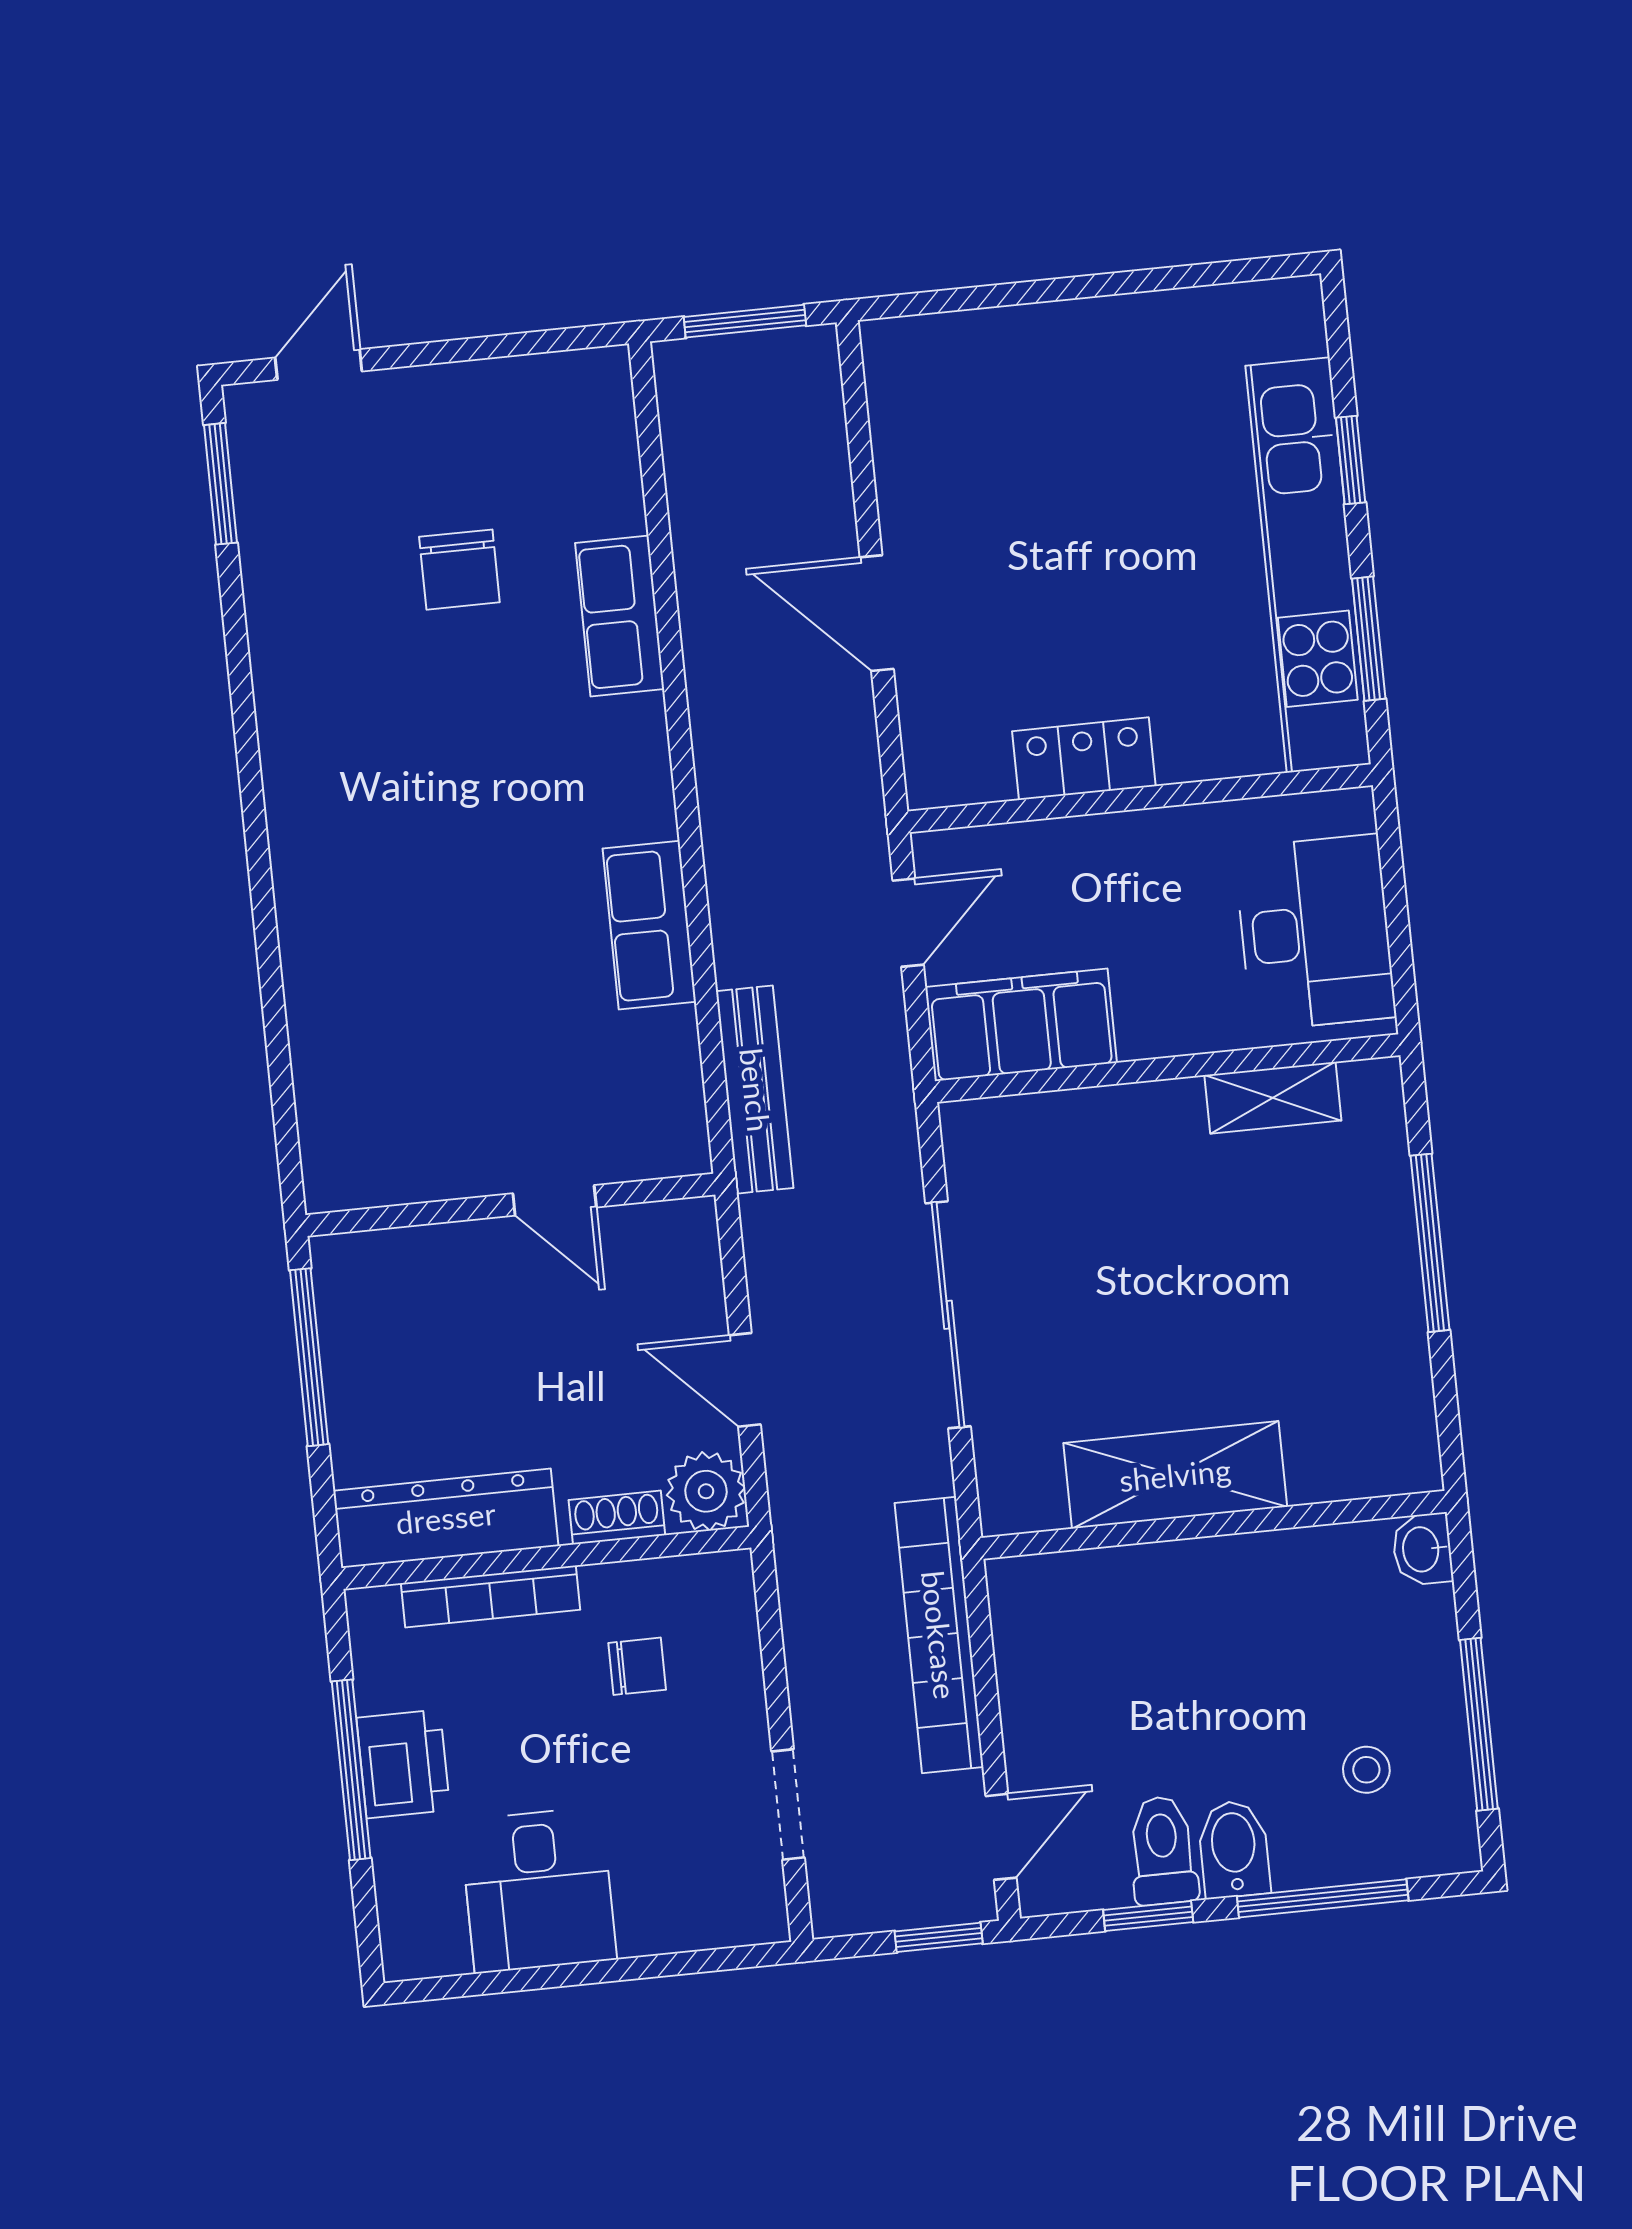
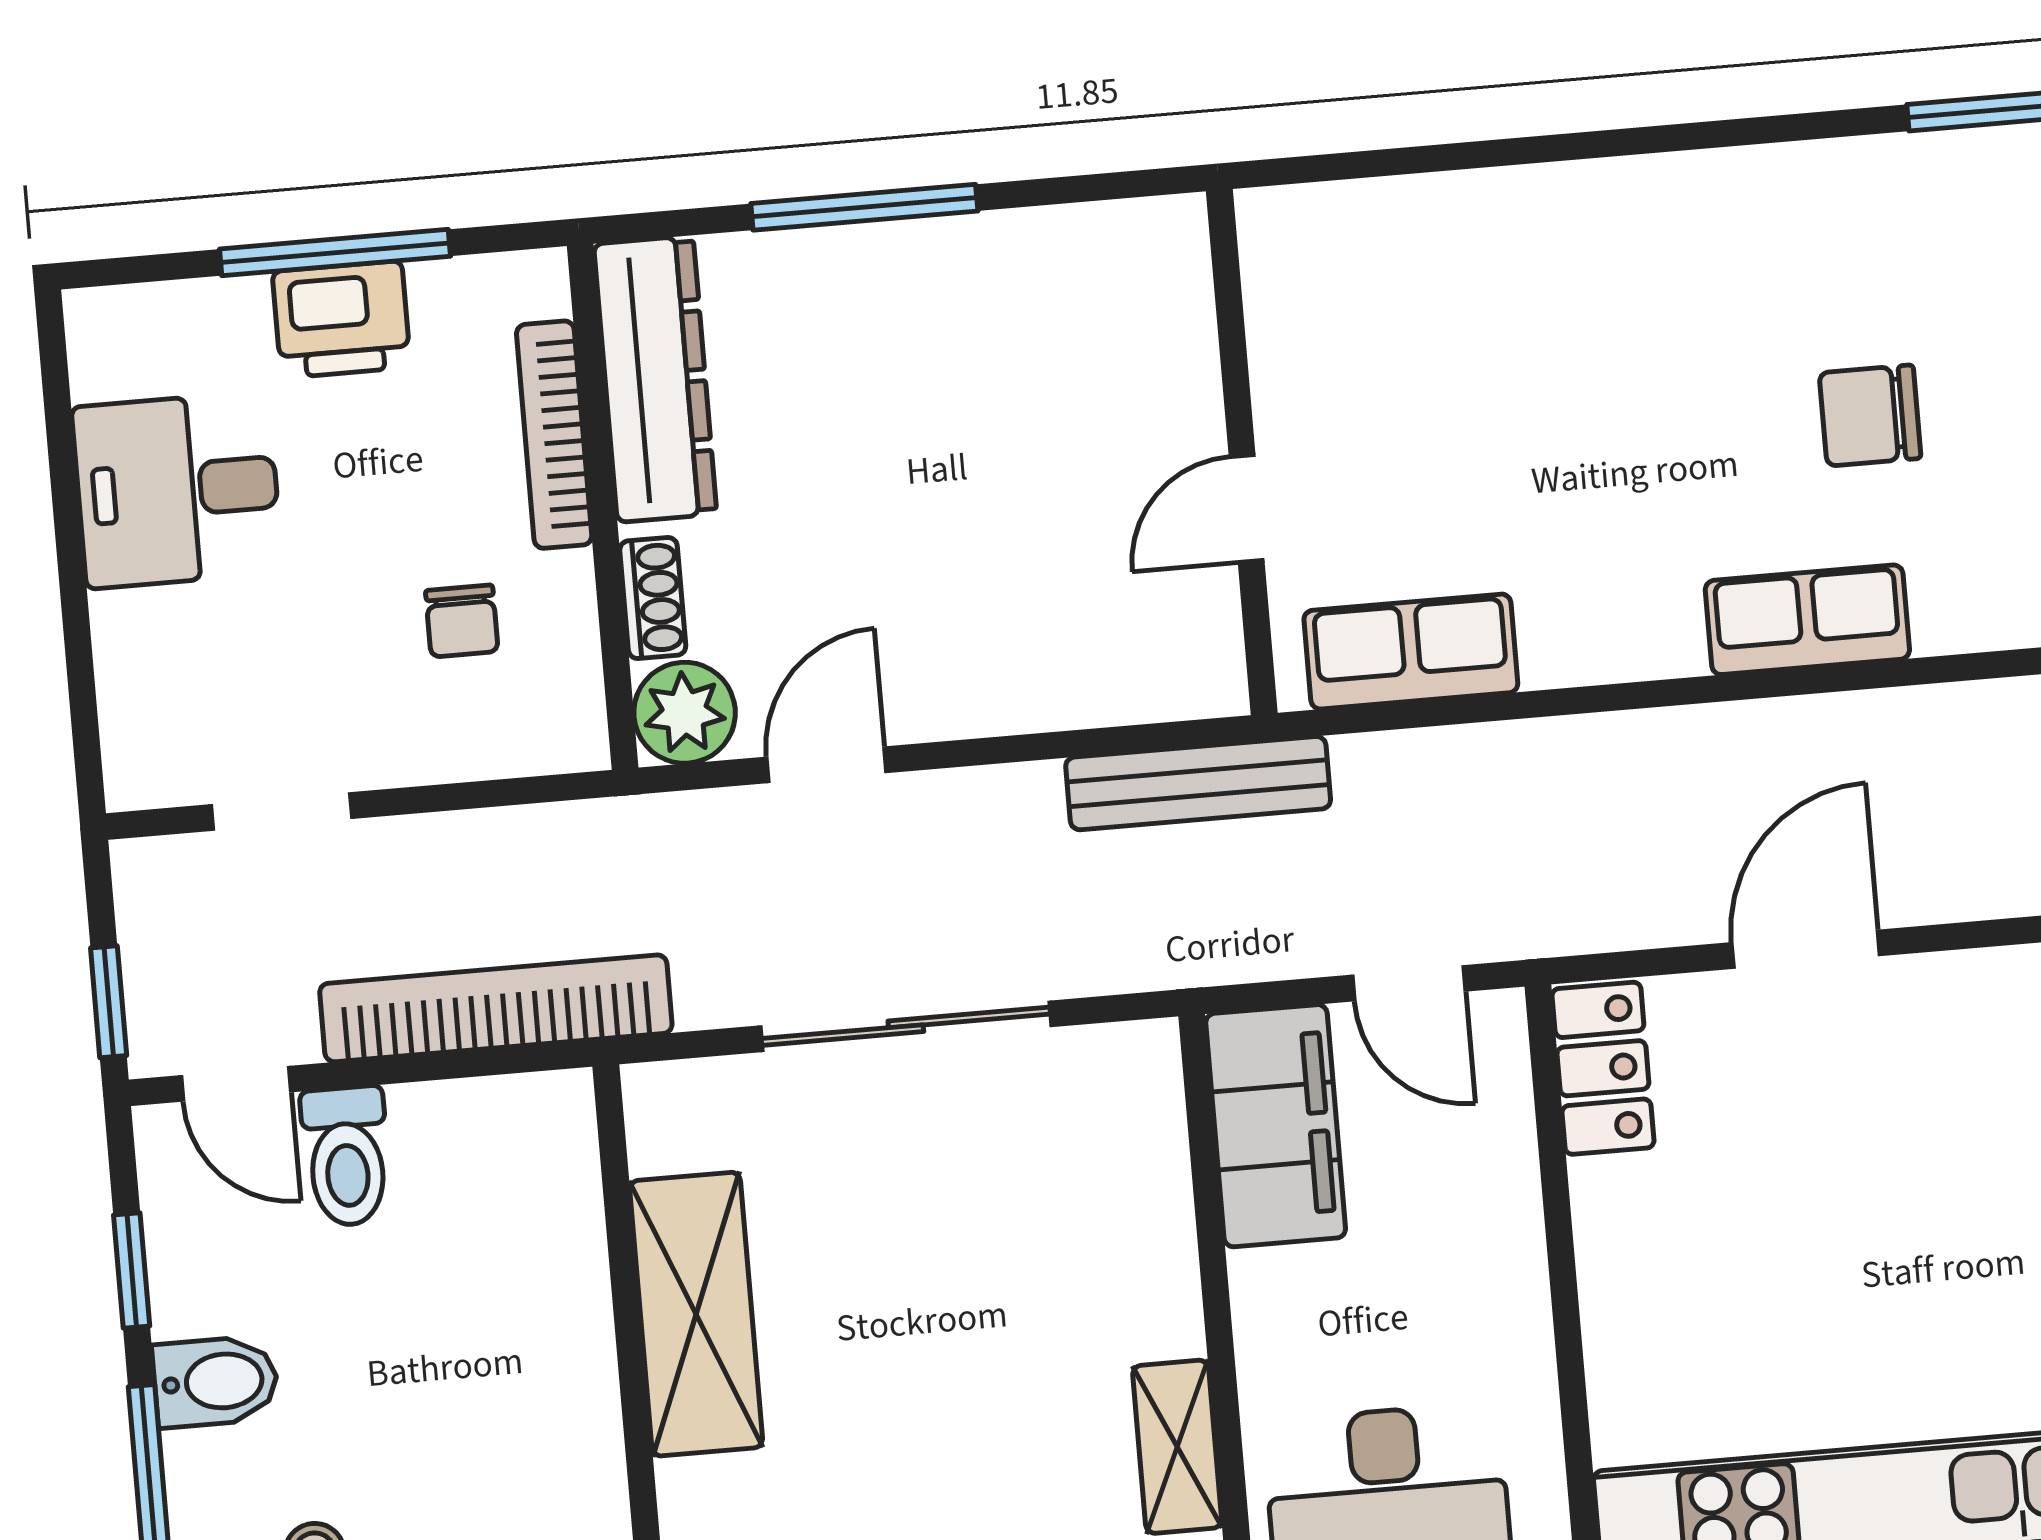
locker: (1084, 759) -> (1603, 1068), moved
door: (555, 1200) -> (1247, 509), moved
wall: (510, 1205) -> (1242, 452), moved
toilet: (1163, 1850) -> (346, 1156), moved, turned 90

